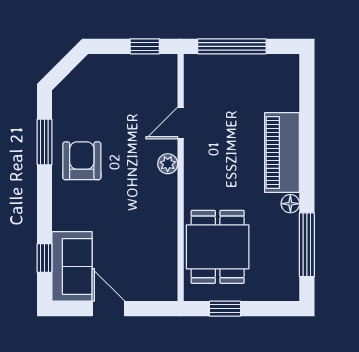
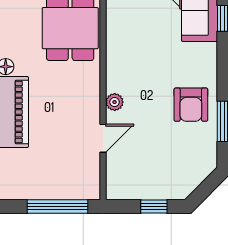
window: (145, 46) -> (154, 206), moved

